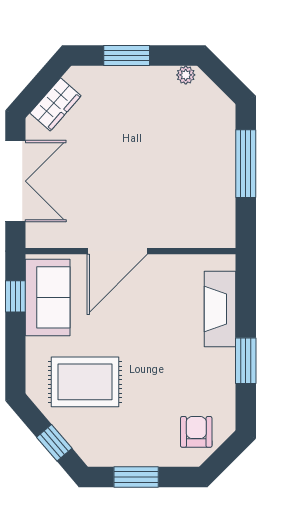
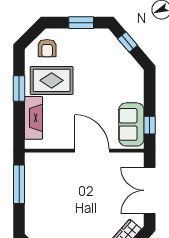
window: (246, 164) -> (19, 184), moved
door: (117, 251) -> (92, 151), hinge flipped
rug: (85, 382) -> (52, 80), moved

